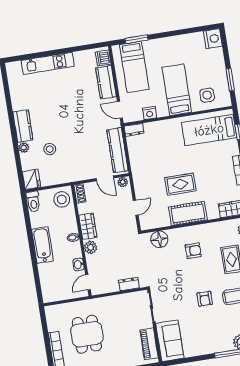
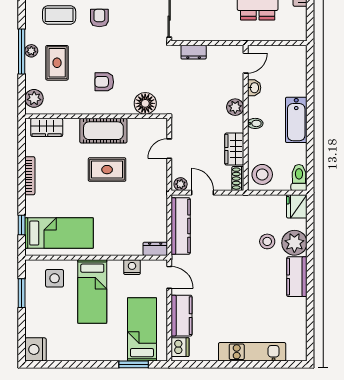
plant: (24, 148) -> (294, 243), width x1.88, depth x1.88
wardrobe: (88, 226) -> (234, 149), moved

